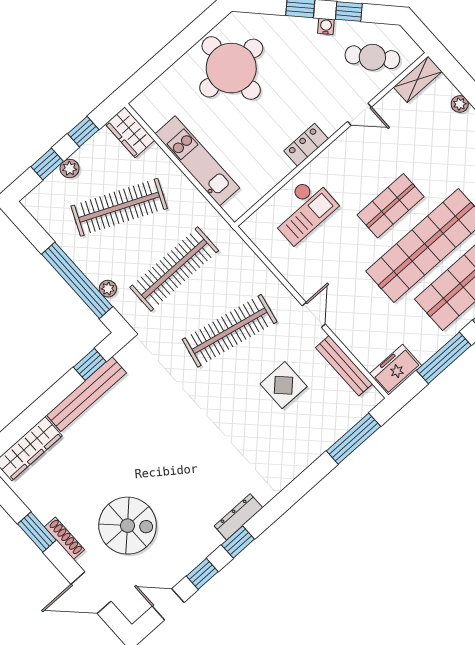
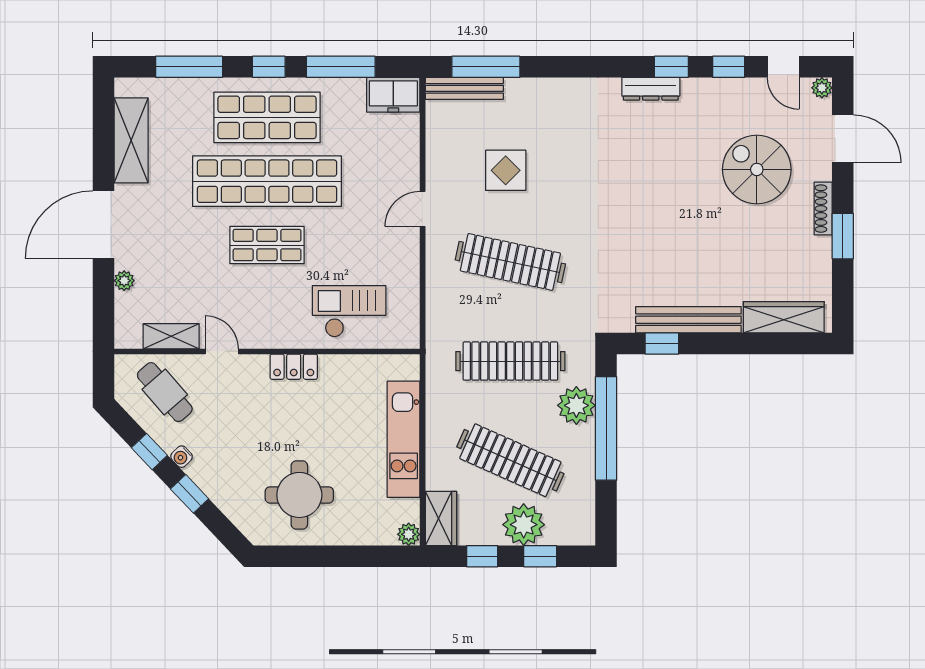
round table: (231, 68) -> (299, 495), width x0.73, depth x0.73
shelving: (418, 79) -> (171, 336), moved
plant: (141, 104) -> (409, 534), added
plant: (70, 168) -> (524, 525), width x1.88, depth x1.88
plant: (108, 289) -> (576, 405), width x1.88, depth x1.88
bench: (344, 366) -> (464, 88), moved, turned 90
plant: (132, 613) -> (822, 88), added

